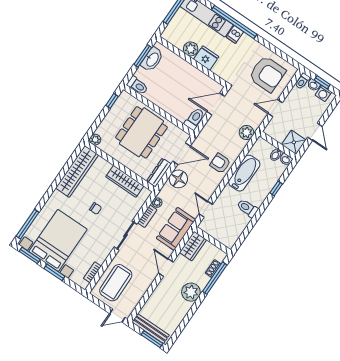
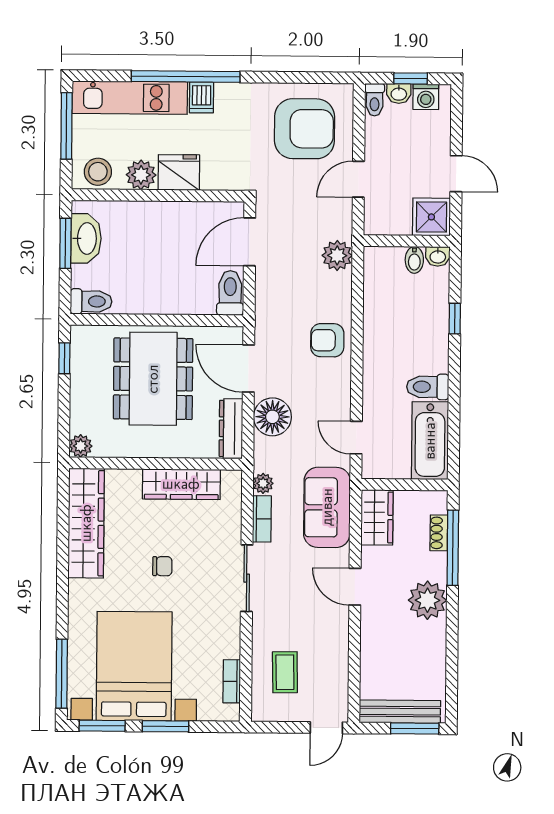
stool: (174, 36) -> (98, 172), added
door: (182, 154) -> (248, 369), swing flipped
bathtub: (244, 173) -> (430, 441), moved, turned 180
coffee table: (116, 283) -> (285, 672), width x0.54, depth x0.58

